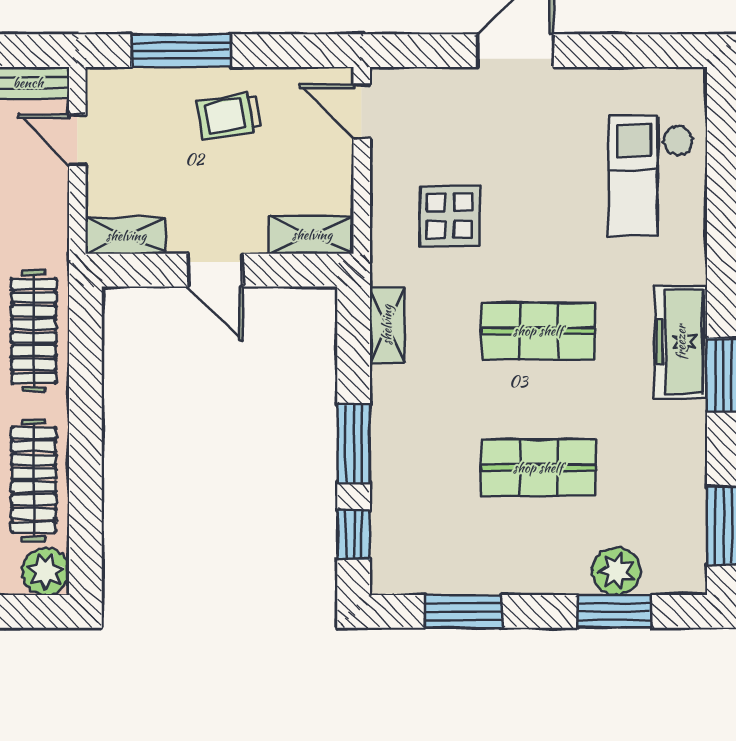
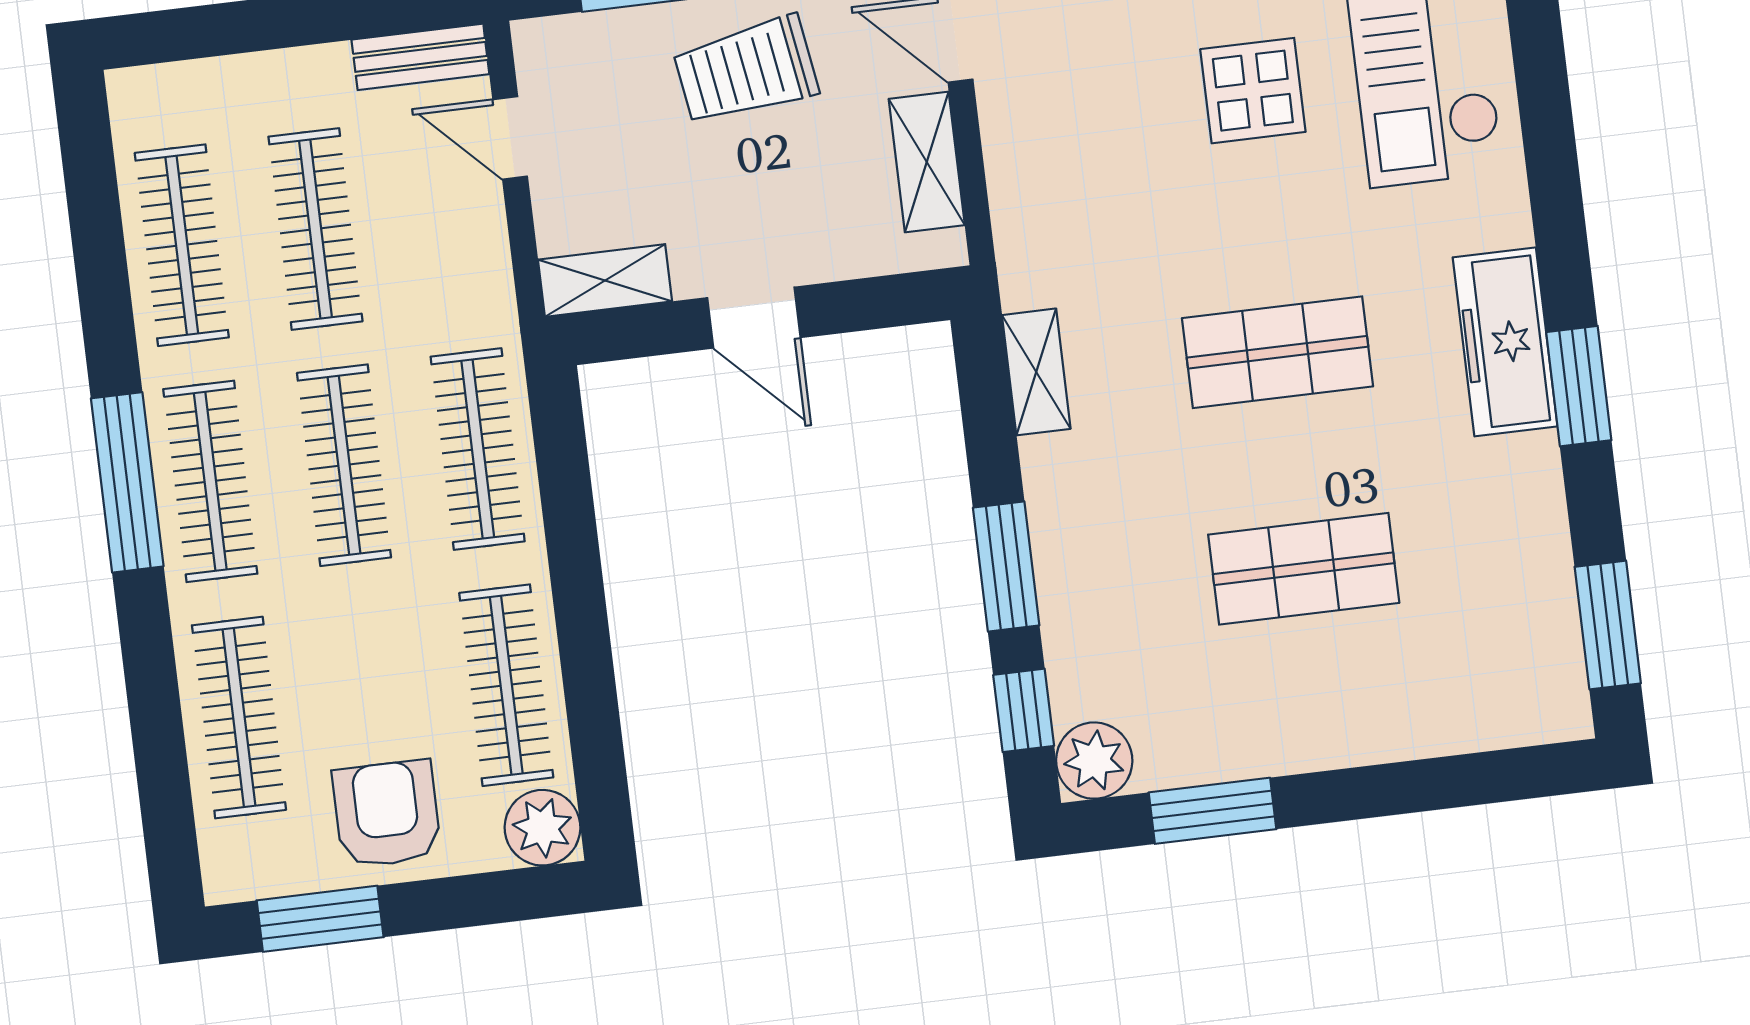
trolley: (229, 116) -> (746, 71), width x1.36, depth x1.39
display table: (450, 216) -> (1253, 91), moved
shelving: (312, 235) -> (927, 162), moved, turned 90
plant: (616, 571) -> (1094, 761), moved
window: (614, 611) -> (1451, 782), removed

